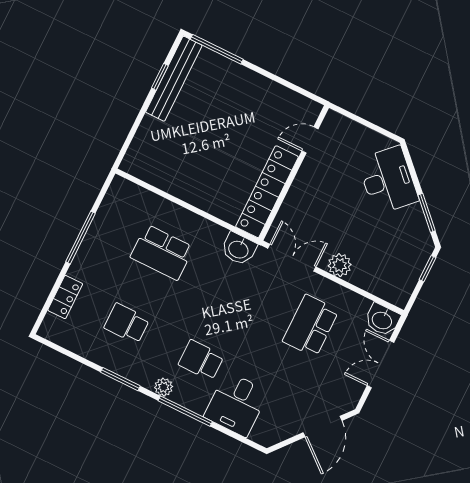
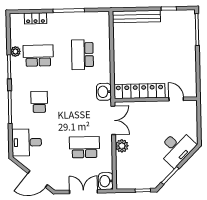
bench: (174, 79) -> (136, 17), moved
school desk: (127, 323) -> (38, 56), width x1.85
plant: (164, 387) -> (15, 52), moved
desk: (236, 404) -> (27, 142), moved

